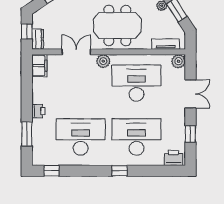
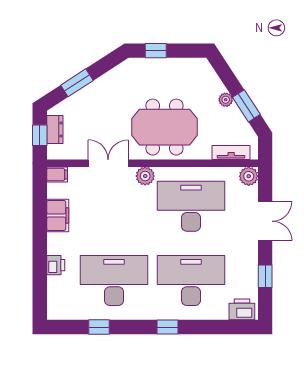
dresser: (38, 39) -> (55, 130), moved
filing cabinet: (39, 66) -> (57, 175), width x0.50
filing cabinet: (40, 90) -> (58, 215), added
printer: (38, 111) -> (56, 265), moved
window: (27, 134) -> (40, 276), removed
window: (51, 171) -> (99, 327), moved

